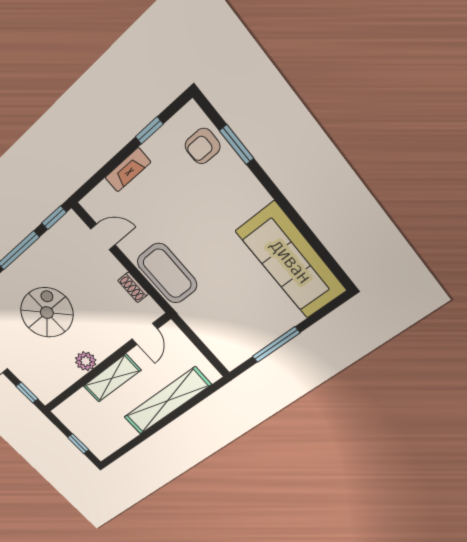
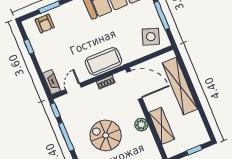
fireplace: (128, 170) -> (52, 82), moved
door: (145, 334) -> (134, 85), width x1.88
side table: (234, 337) -> (151, 37), added
shelving: (112, 378) -> (162, 126), moved

